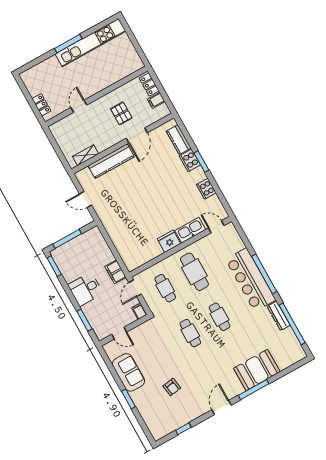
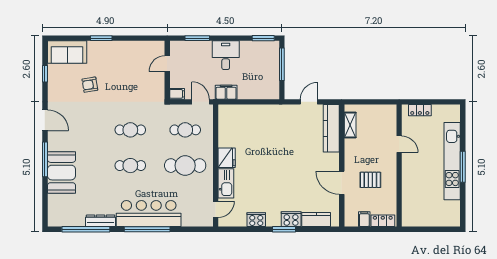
kitchen unit: (90, 43) -> (452, 161), moved
kitchen counter: (111, 161) -> (331, 128), moved
sofa: (129, 372) -> (67, 52), moved

